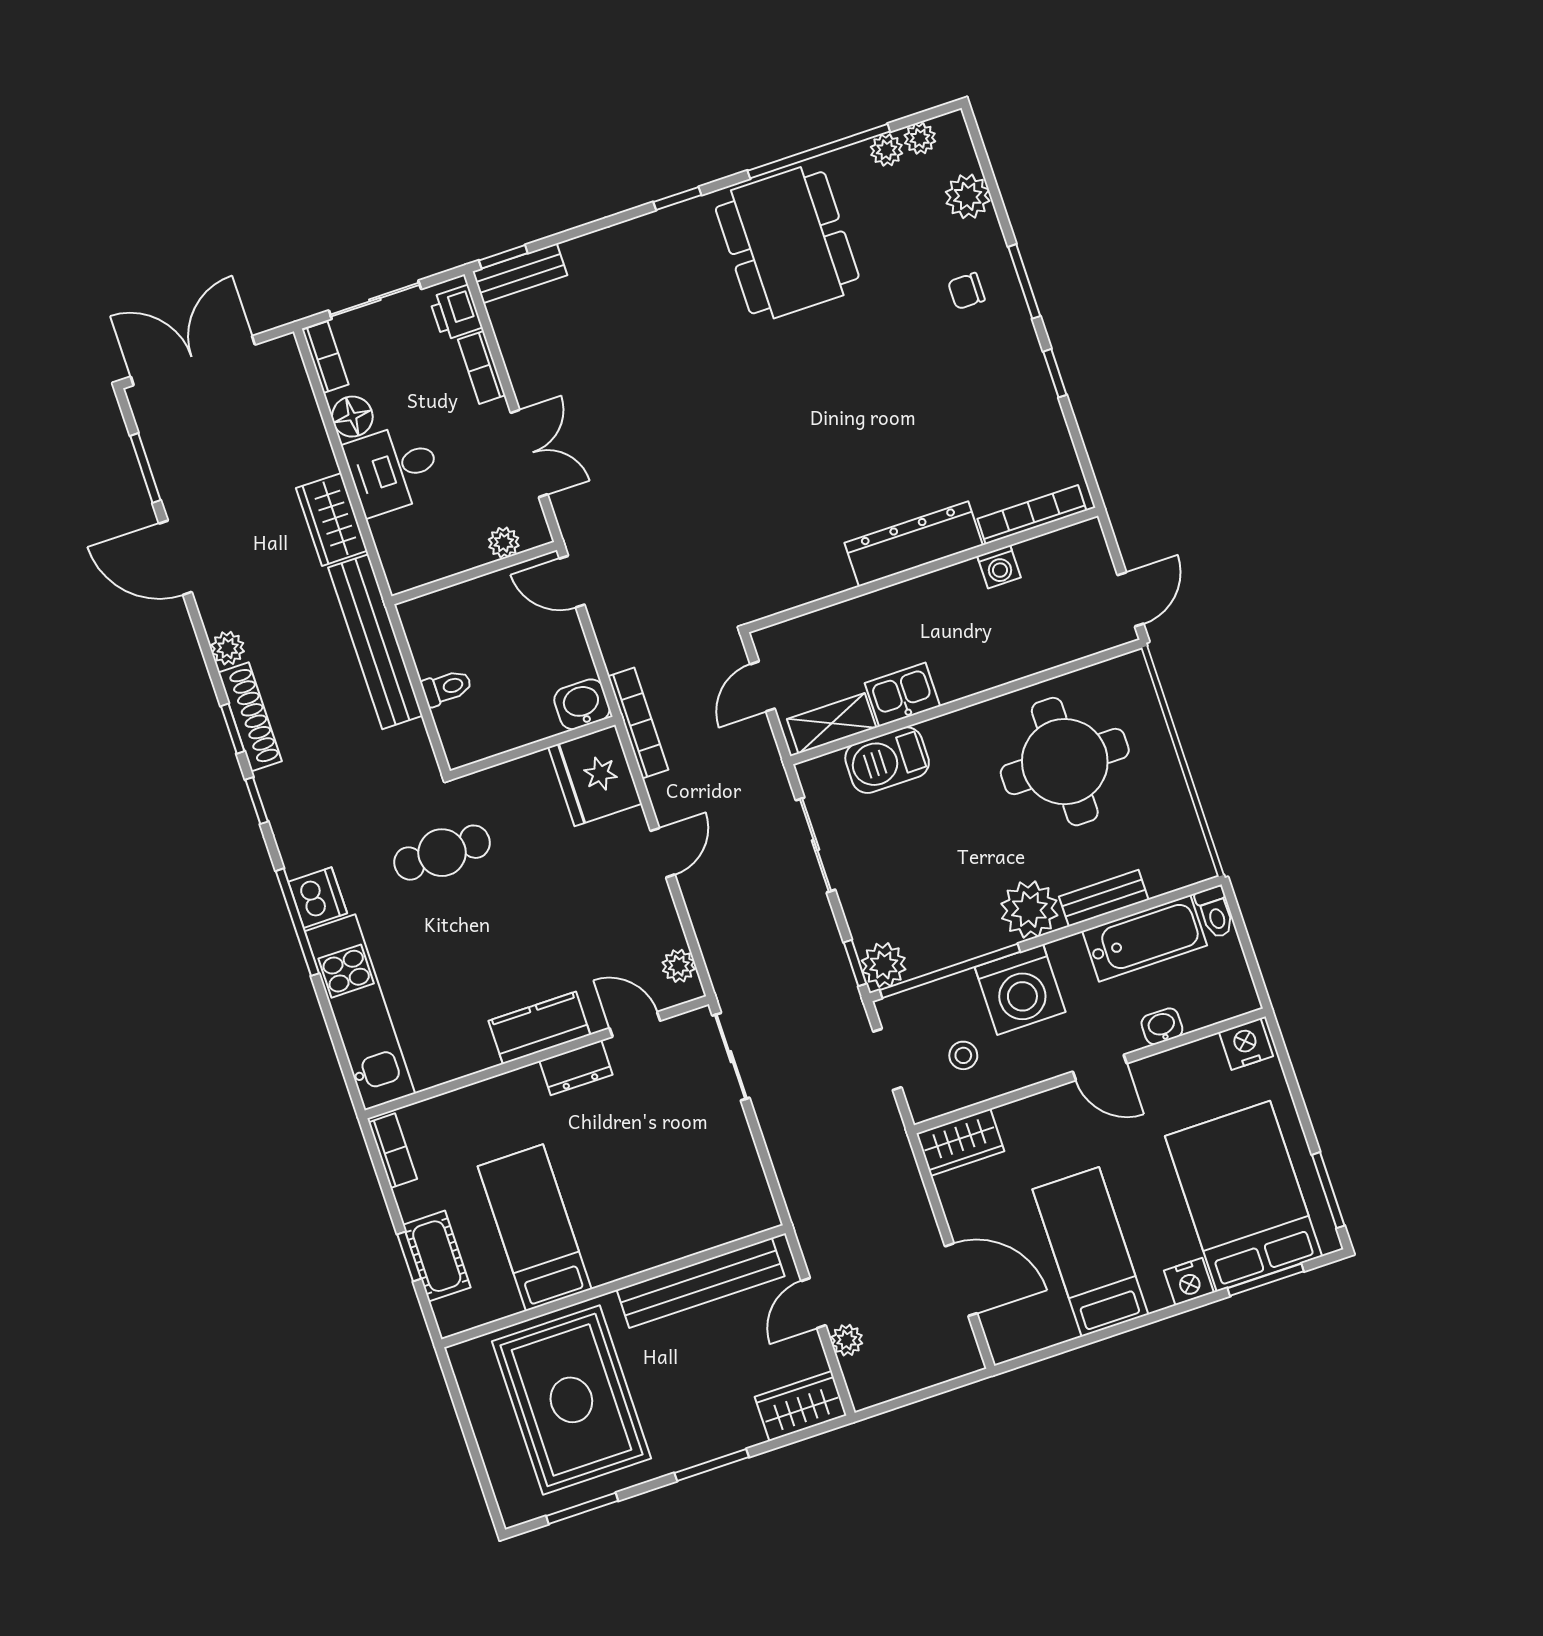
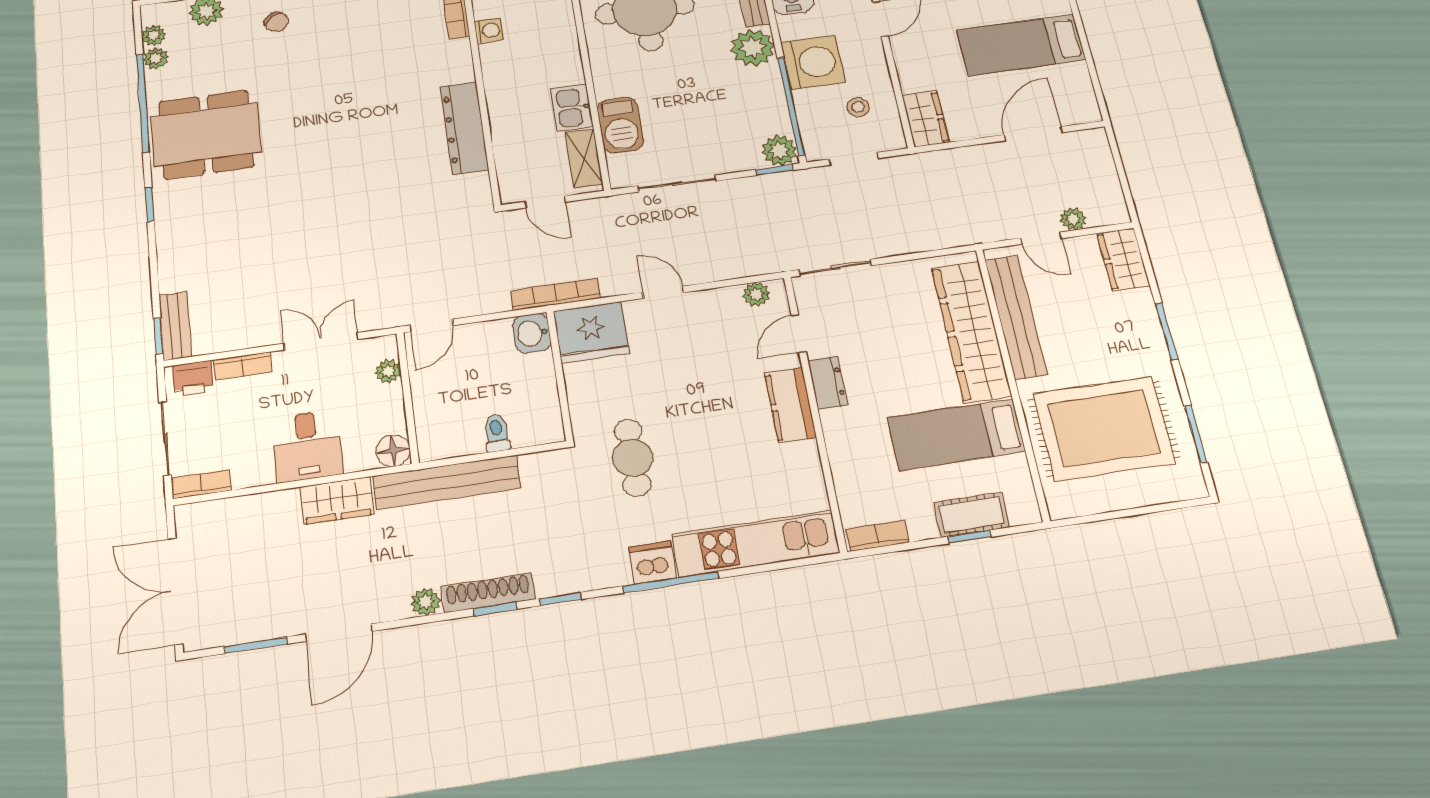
chair: (966, 291) -> (277, 22), turned -36
floor lamp: (352, 417) -> (393, 451), moved
dresser: (914, 544) -> (464, 128), moved
wardrobe: (672, 1231) -> (971, 331), added

